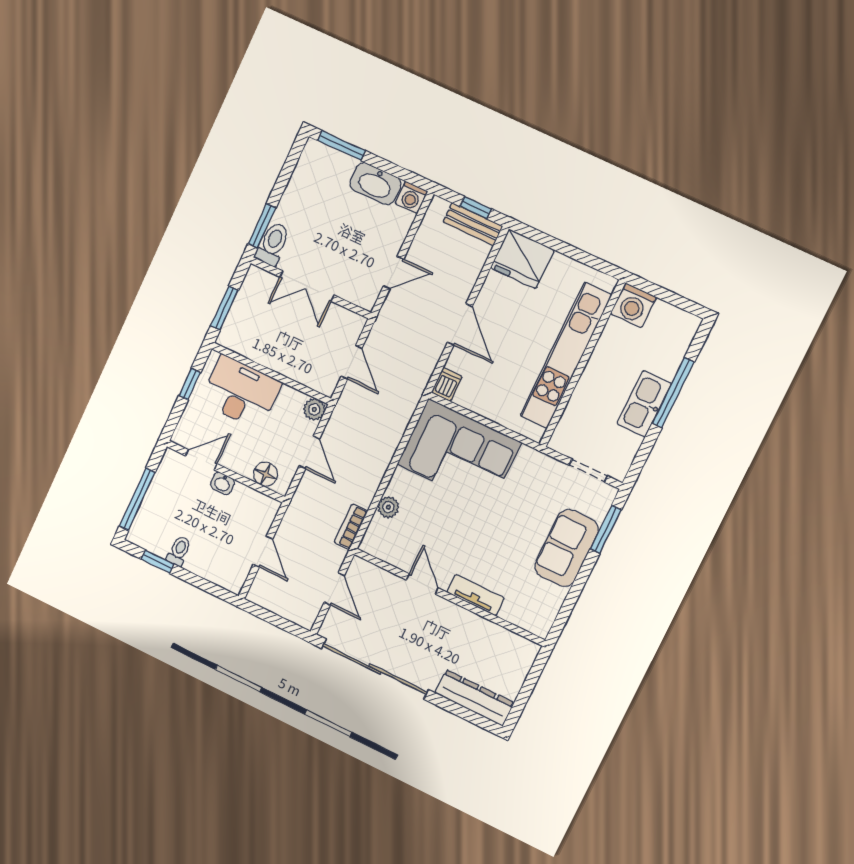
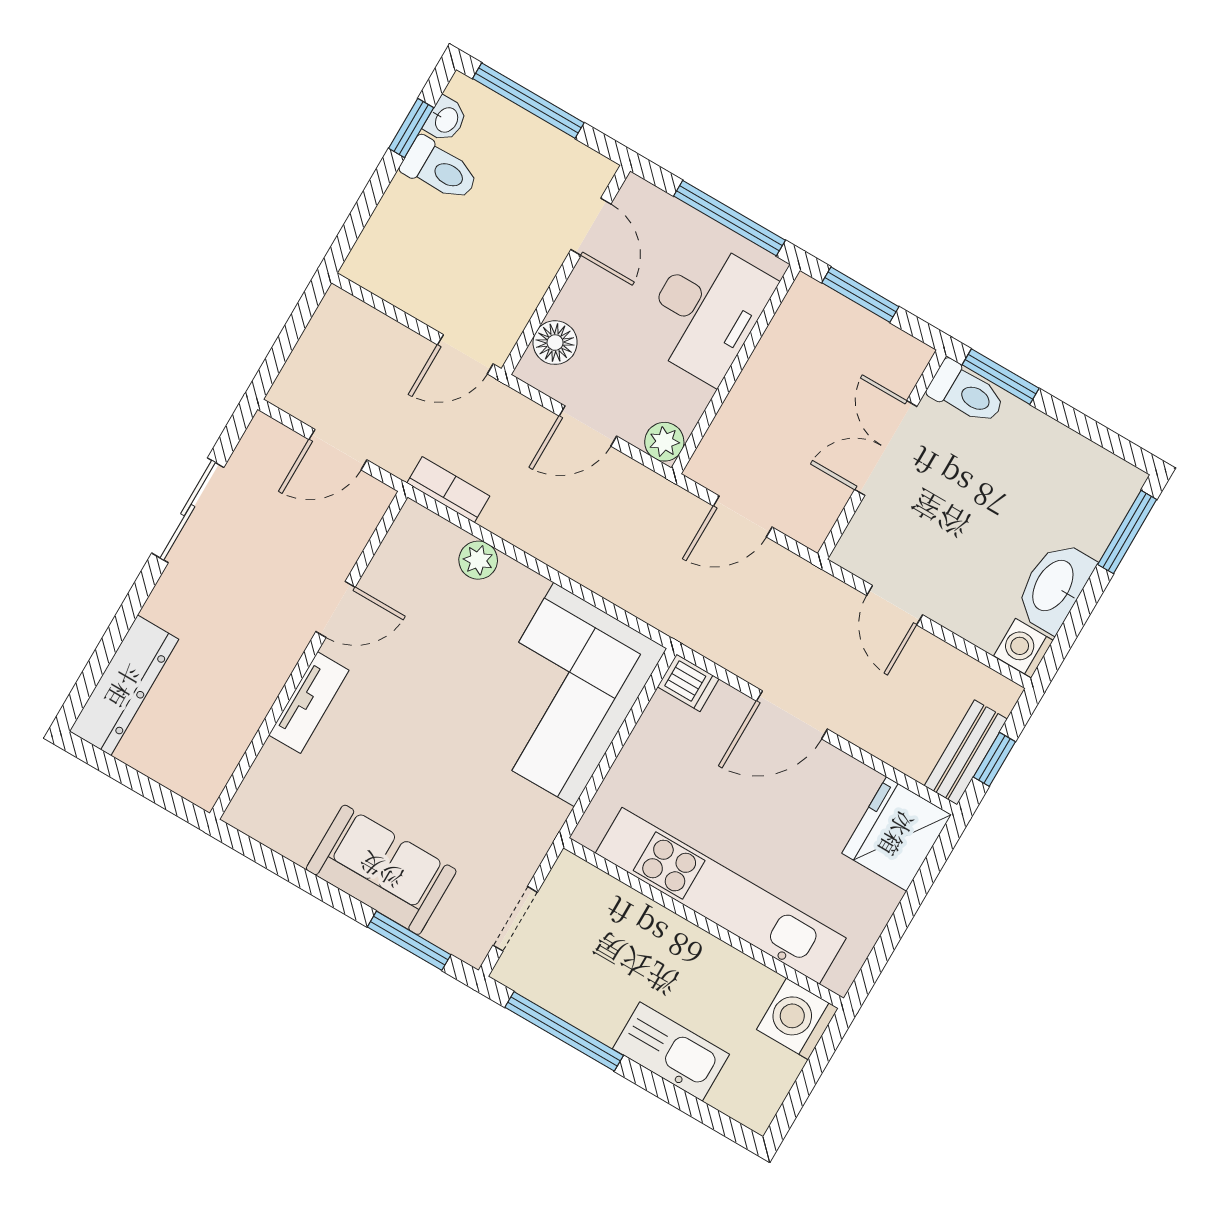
window: (190, 384) -> (729, 218), width x2.17
window: (673, 393) -> (564, 1031), moved
kitchen sink: (644, 404) -> (671, 1051), moved
washbasin: (222, 483) -> (446, 119), moved, turned 180
toilet: (179, 551) -> (440, 170), width x1.37, depth x1.39
door: (263, 552) -> (465, 354), moved
sliding door: (375, 669) -> (188, 510), width x0.54

